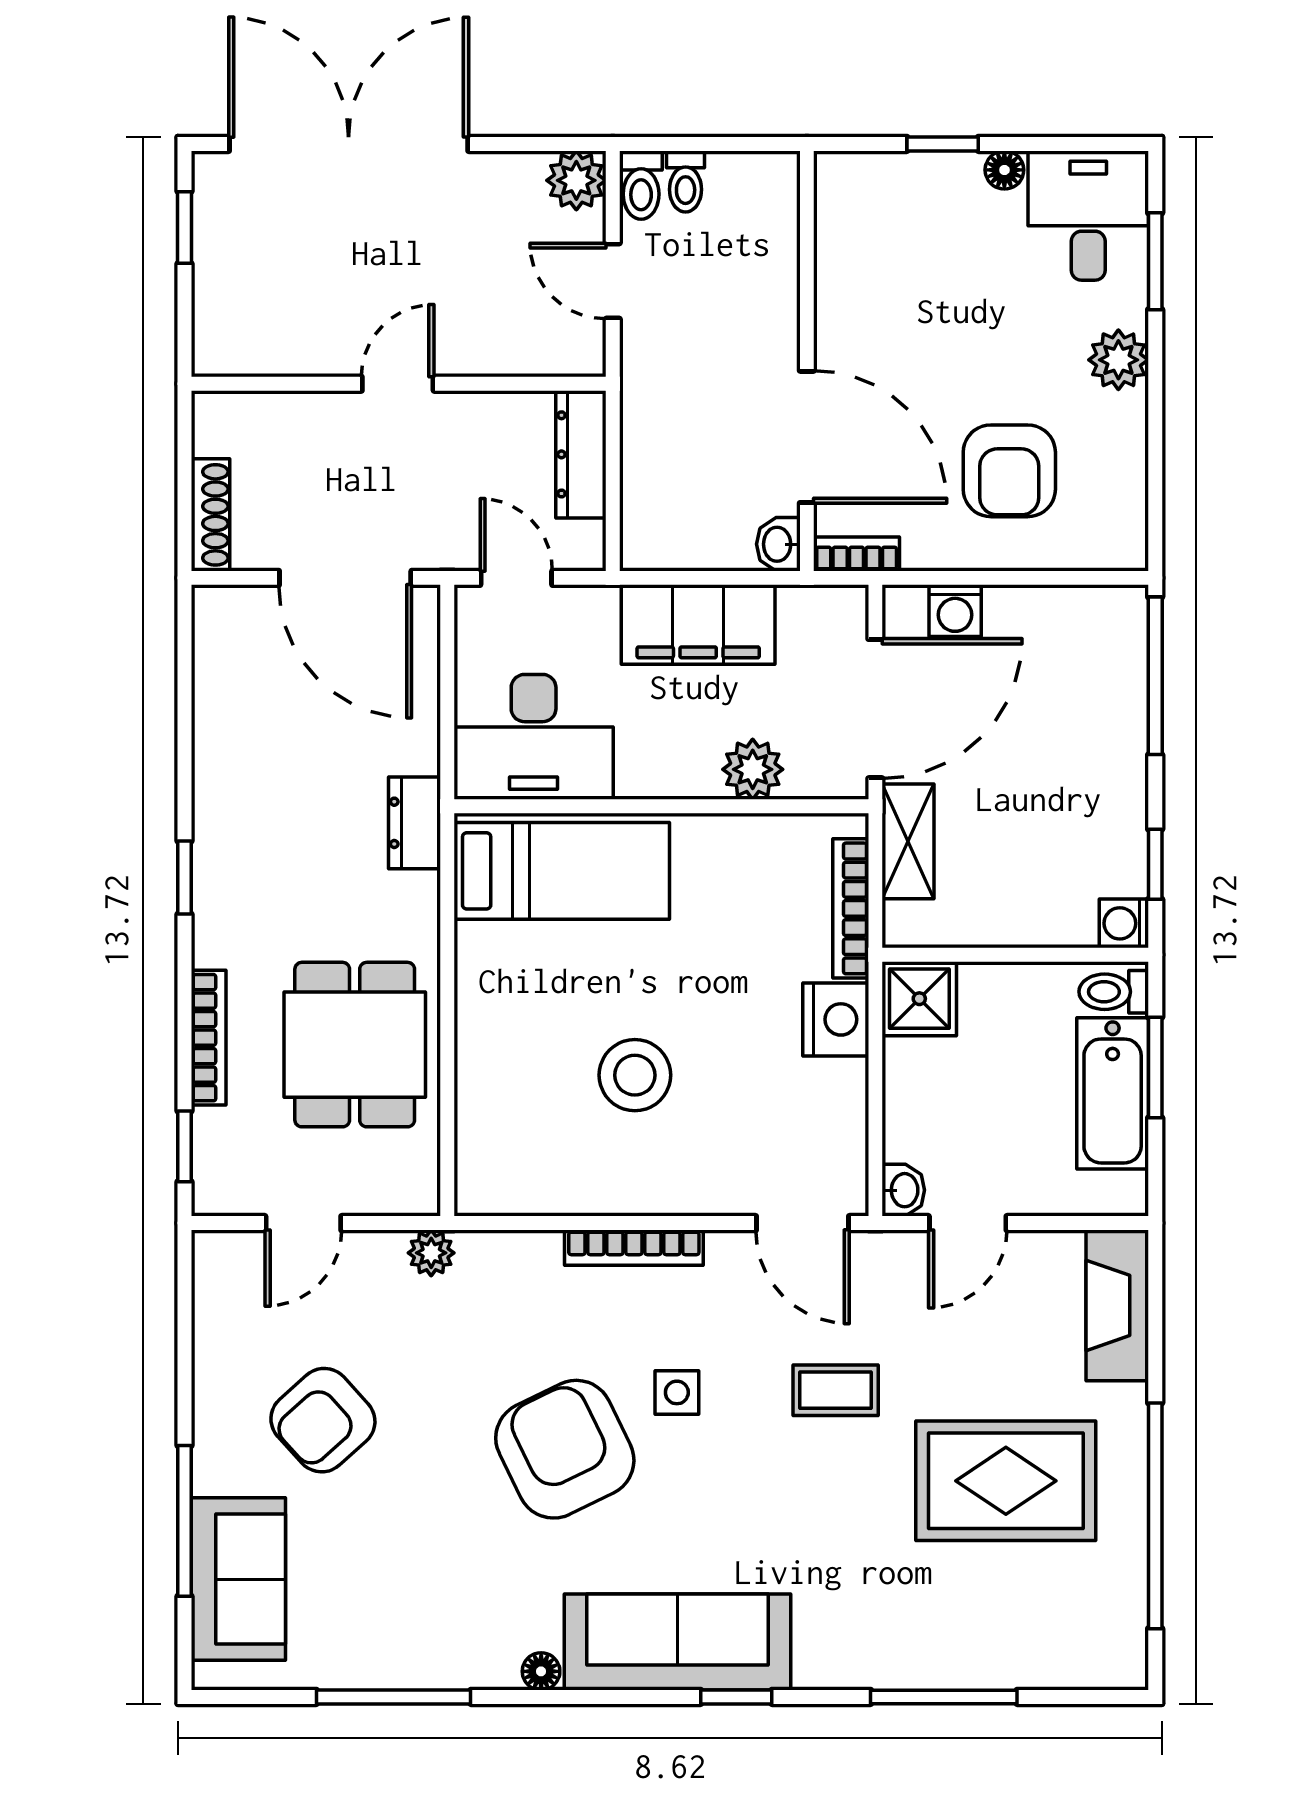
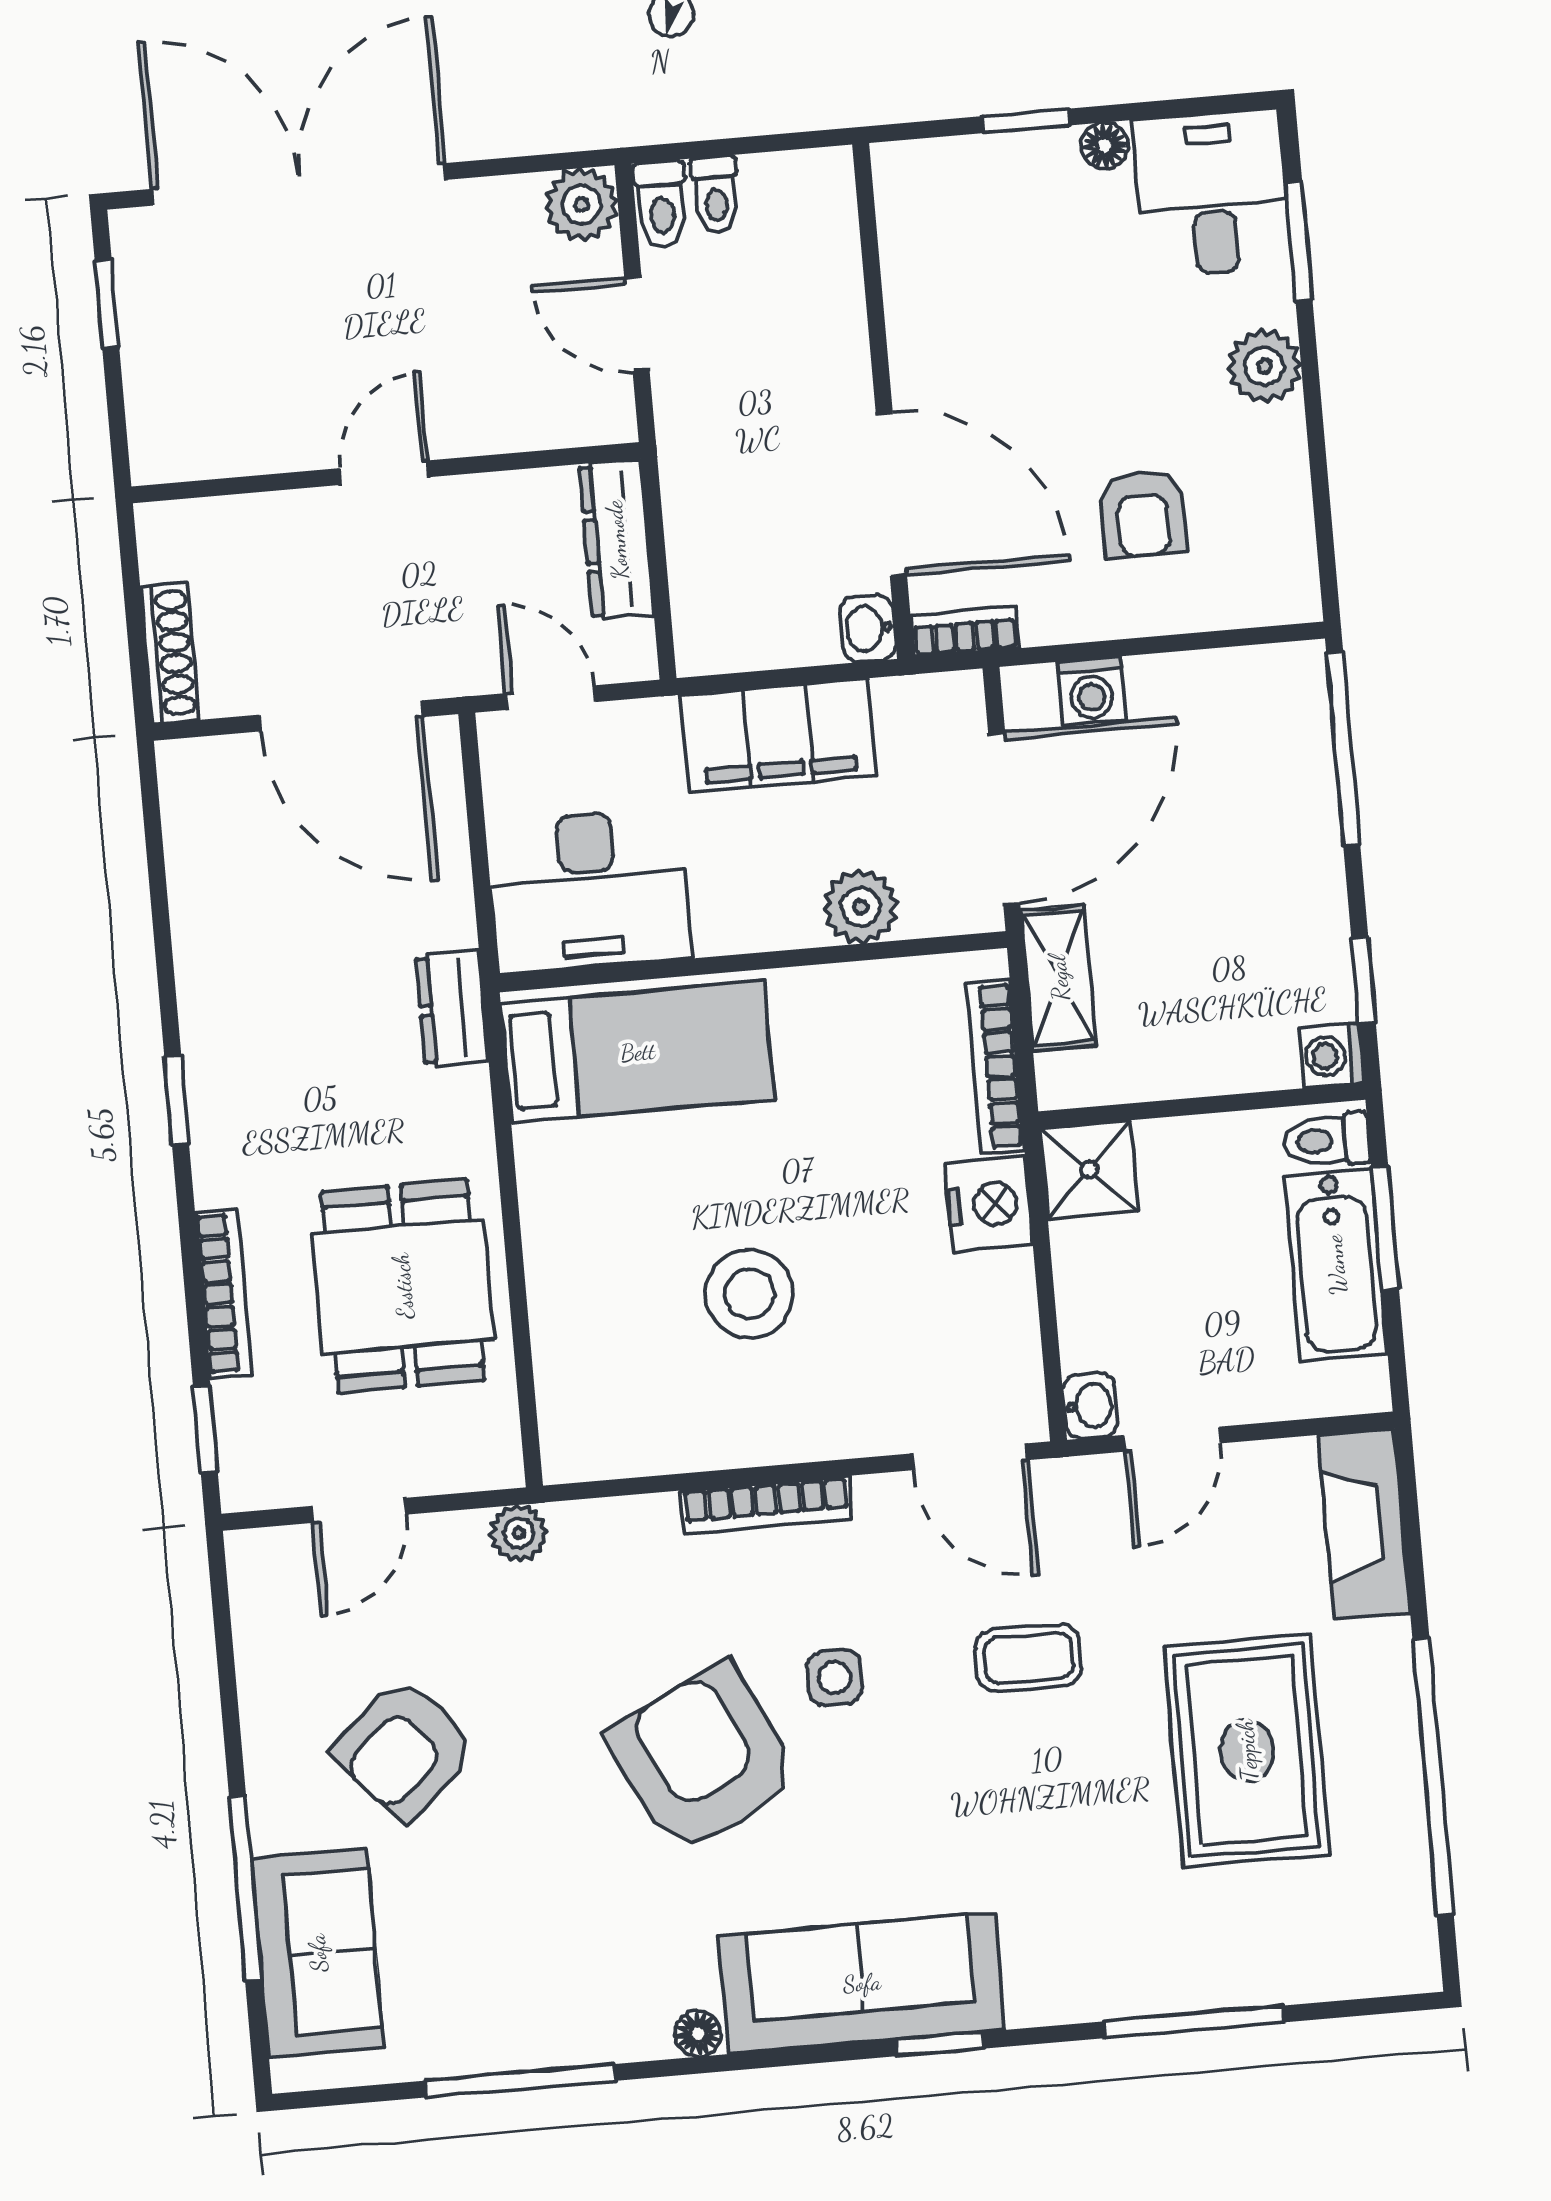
armchair: (1009, 471) -> (1143, 514), width x0.72, depth x0.72
rug: (1006, 1481) -> (1247, 1750), turned 90

